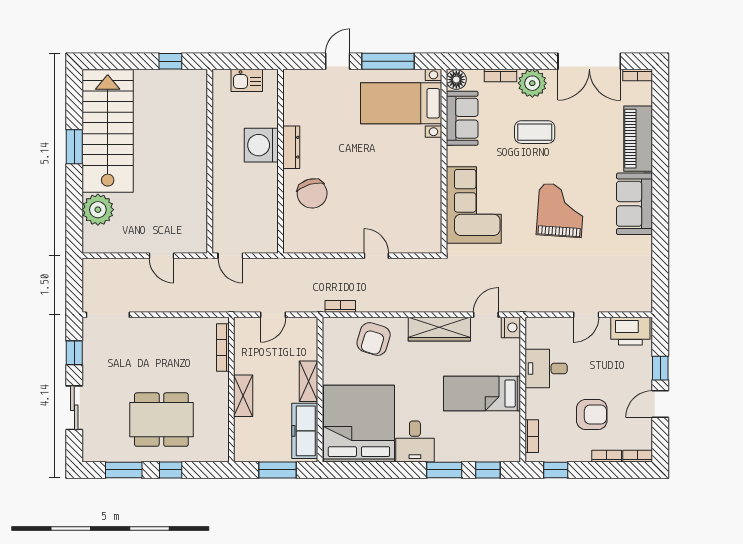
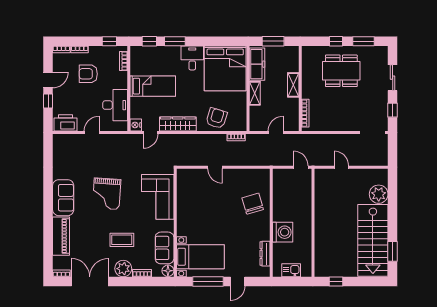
window: (74, 147) -> (393, 251), moved
dresser: (291, 147) -> (265, 254), moved
desk: (546, 368) -> (115, 105), width x1.37

